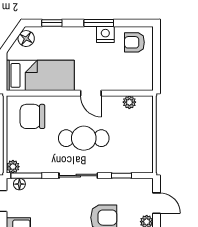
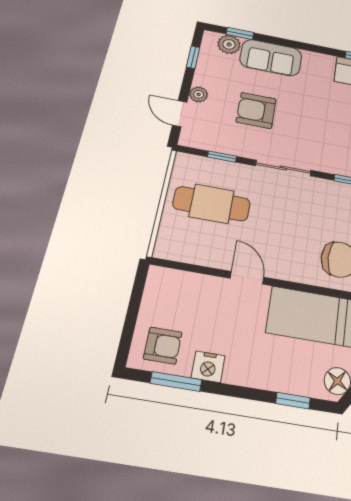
window: (99, 23) -> (176, 382), moved
plant: (129, 102) -> (190, 254), removed
cafe table: (84, 138) -> (212, 204), moved

